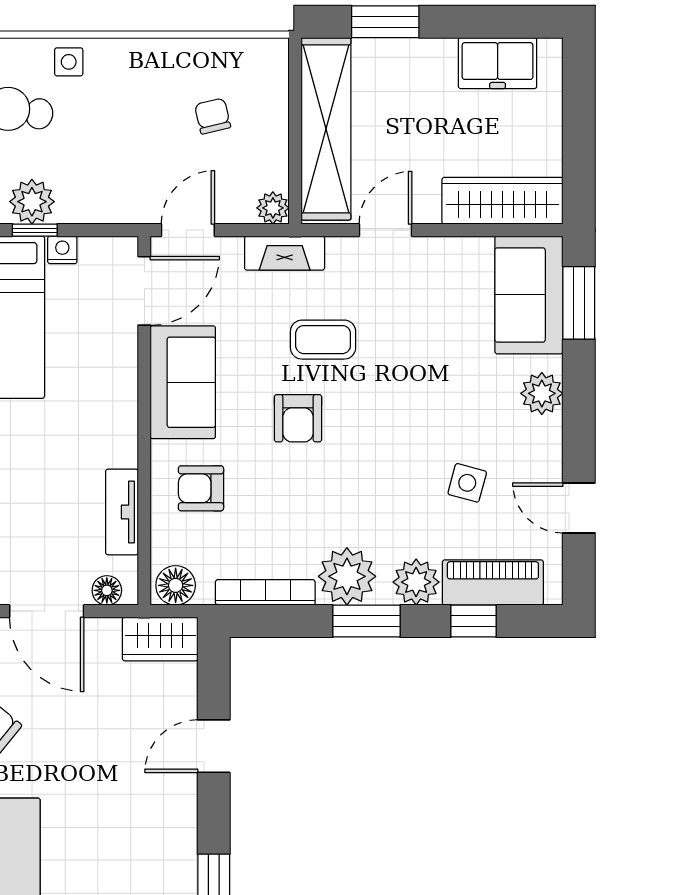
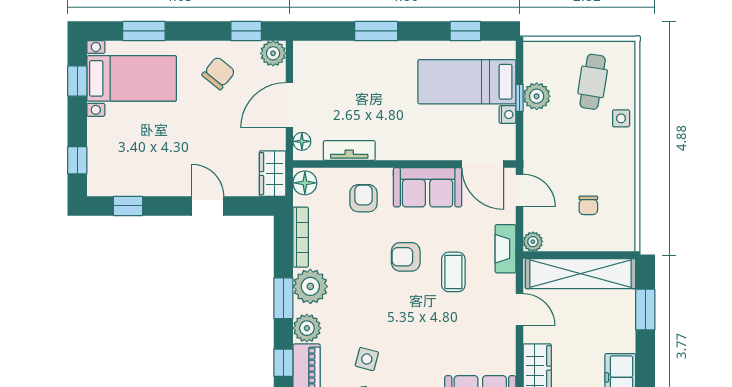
chair: (213, 116) -> (588, 205), turned 103

